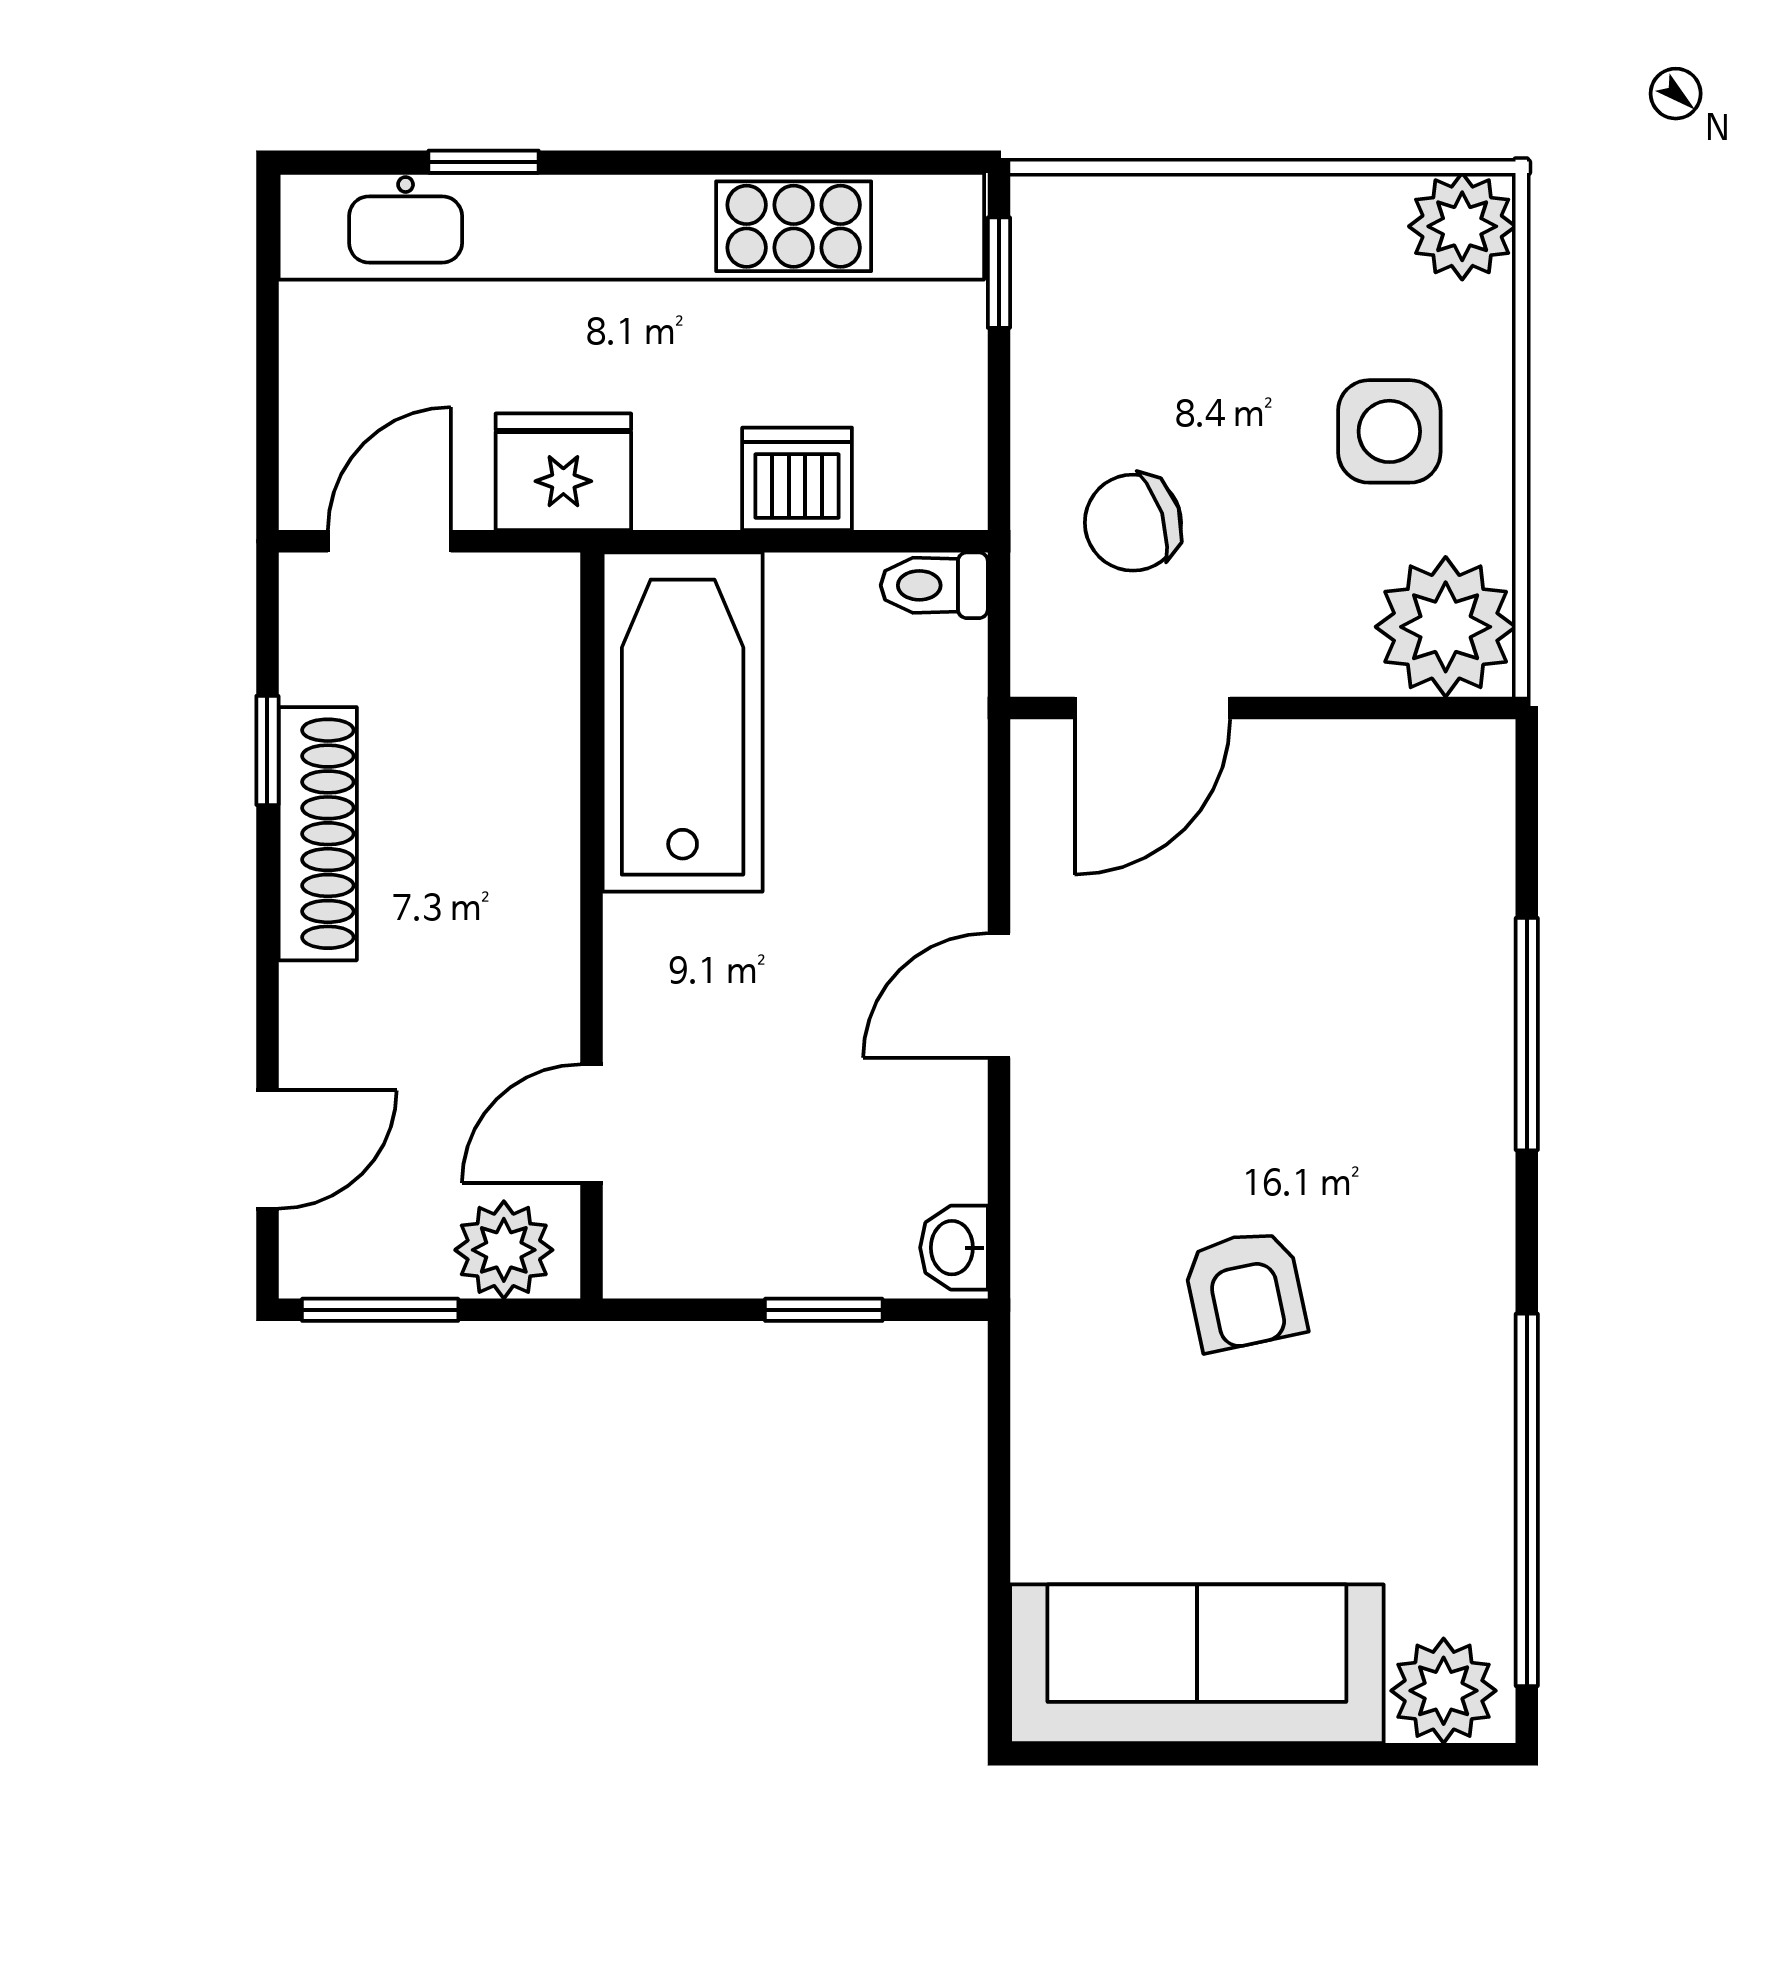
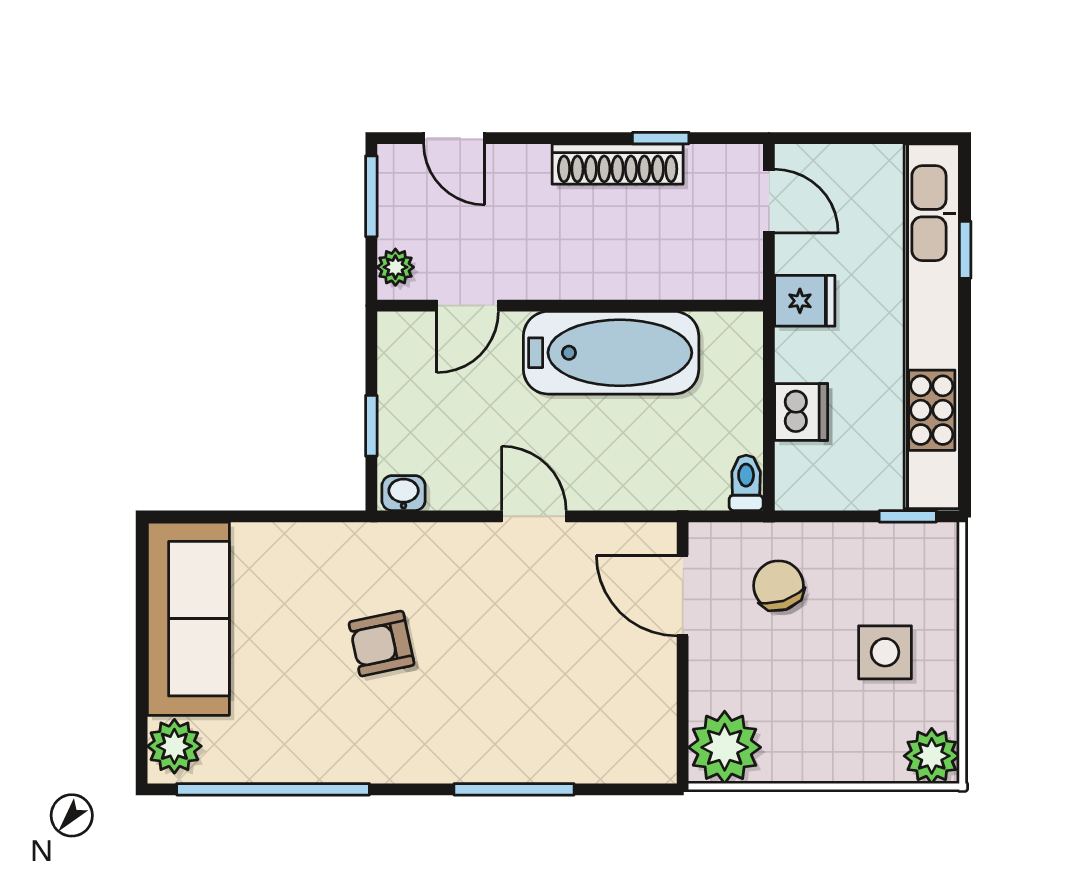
side table: (1389, 431) -> (885, 652), moved
fridge: (563, 472) -> (805, 301), width x0.72
bathtub: (683, 722) -> (611, 353), moved
door: (592, 1124) -> (468, 306), swing flipped
plant: (504, 1250) -> (395, 267), width x0.73, depth x0.73

